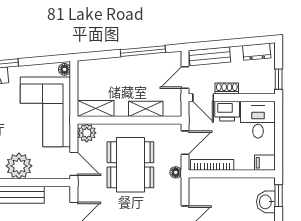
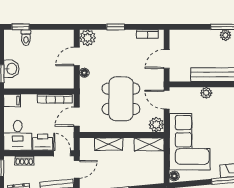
shoe rack: (227, 88) -> (24, 161), moved
plant: (19, 166) -> (206, 93), width x0.53, depth x0.53
floor lamp: (176, 172) -> (84, 73), moved

